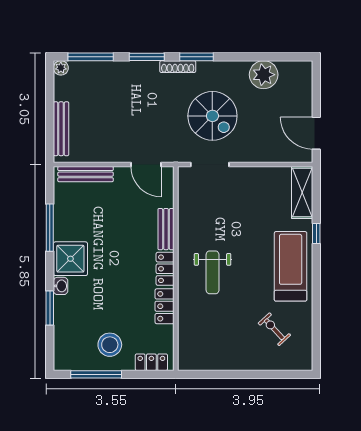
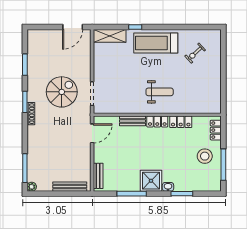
window: (147, 57) -> (25, 65), moved
plant: (264, 75) -> (36, 60), removed
bench: (86, 174) -> (98, 176), width x0.73

